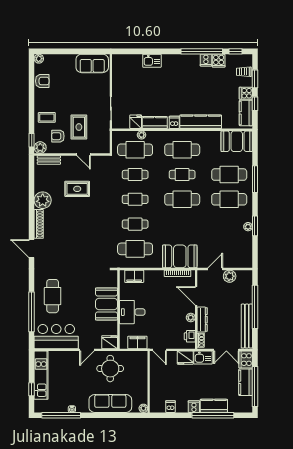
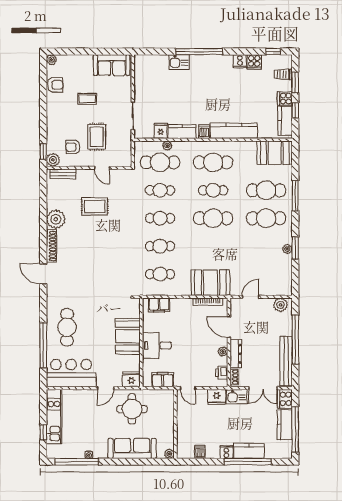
window: (202, 51) -> (199, 51), moved
coffee table: (47, 117) -> (87, 99), moved
cafe table: (135, 249) -> (160, 274), width x0.73, depth x0.74
plant: (230, 276) -> (280, 305), moved

